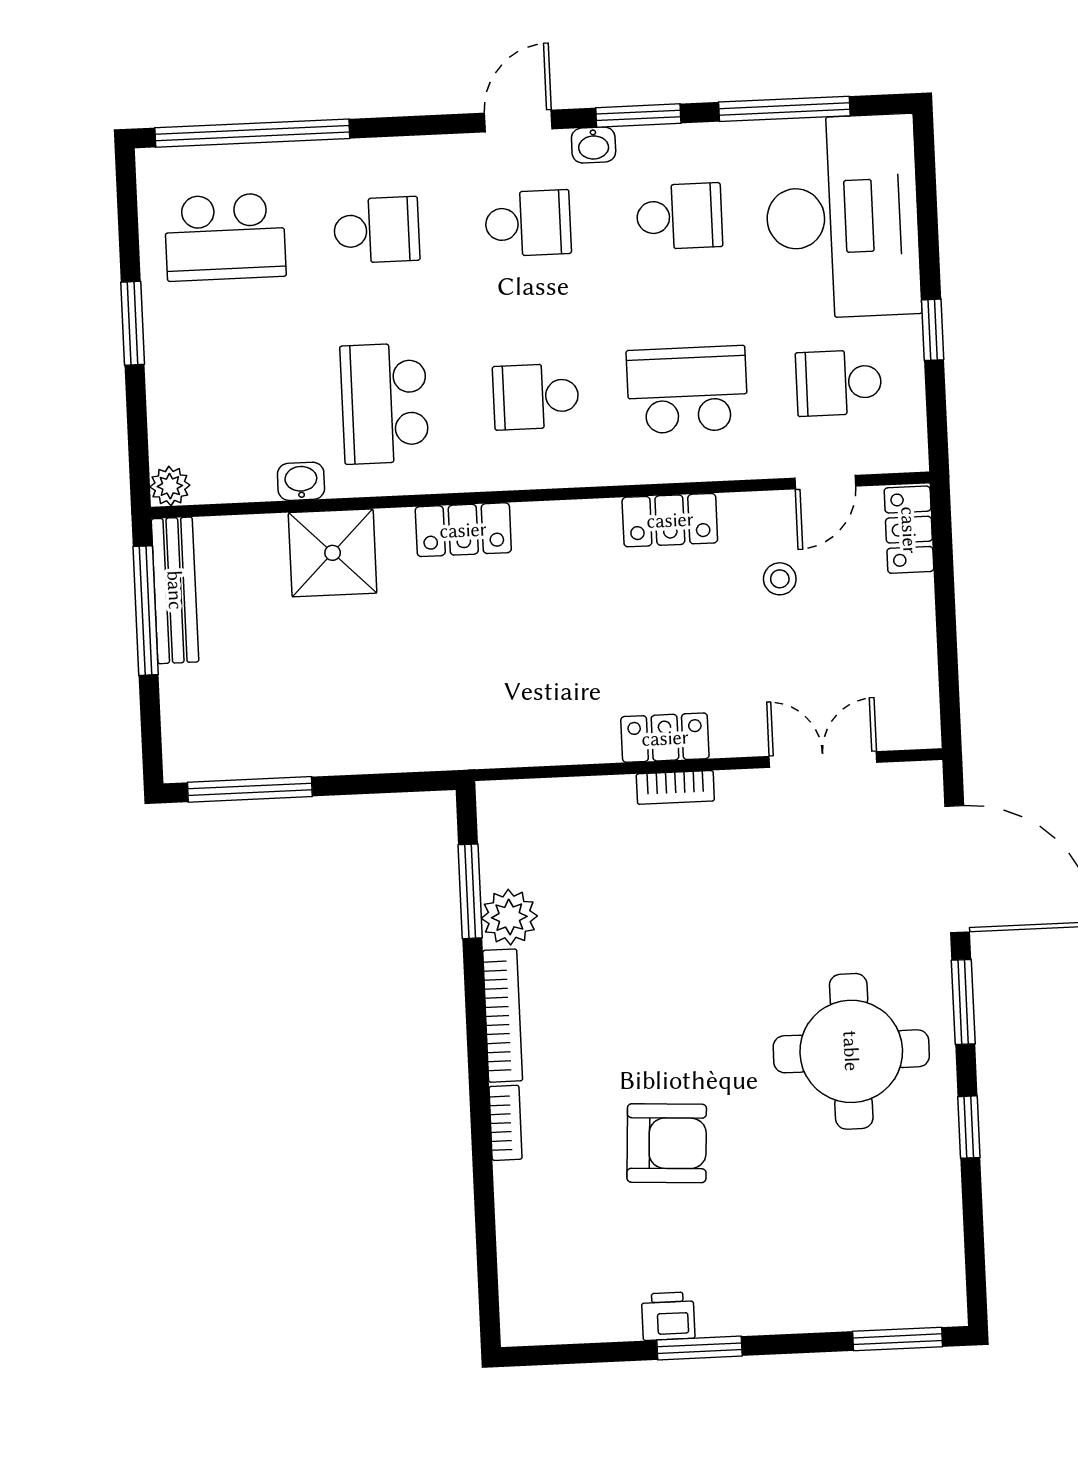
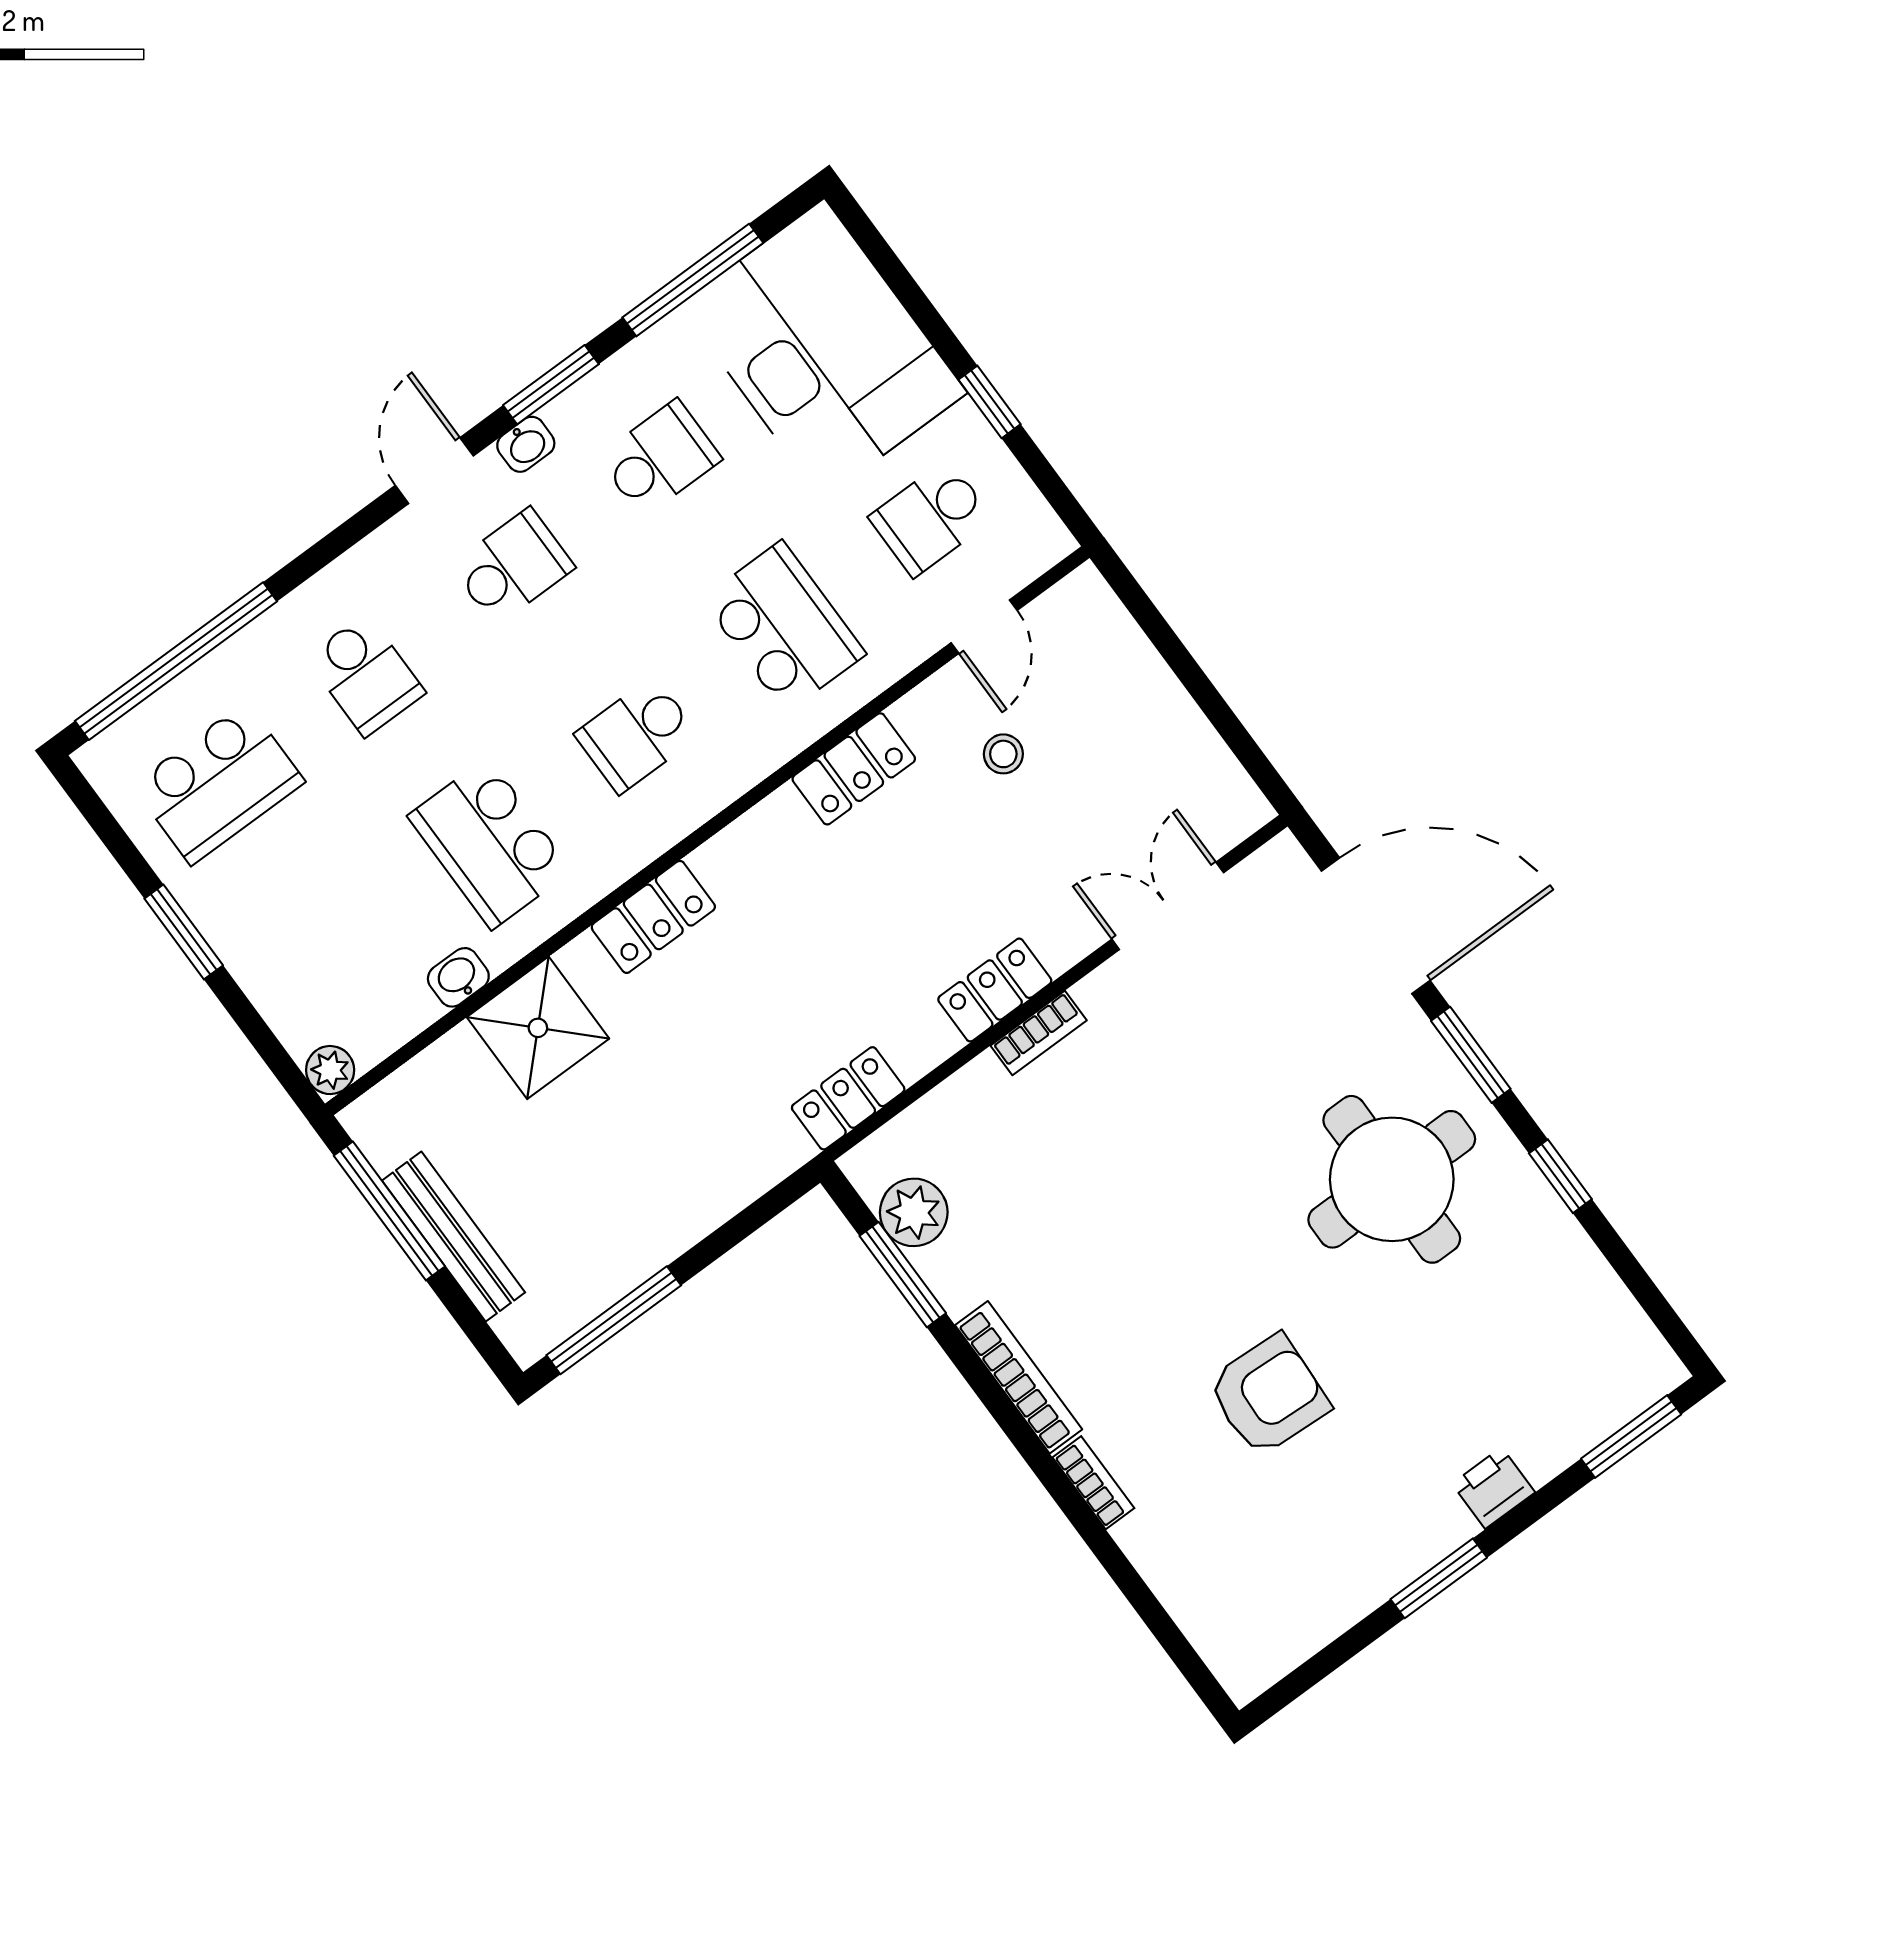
school desk: (377, 230) -> (366, 675), turned 90
school desk: (687, 390) -> (784, 627), turned 90
locker: (909, 530) -> (848, 1098), moved, turned 90
bench: (175, 590) -> (453, 1236), moved
plant: (509, 917) -> (914, 1212), moved
printer: (668, 1316) -> (1493, 1488), moved

